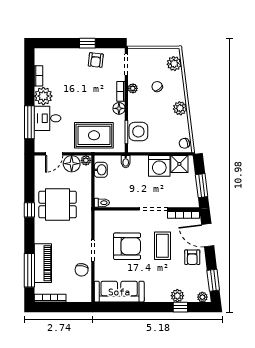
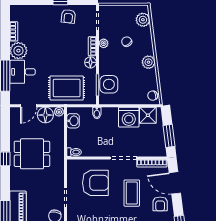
armchair: (127, 246) -> (95, 183), moved

